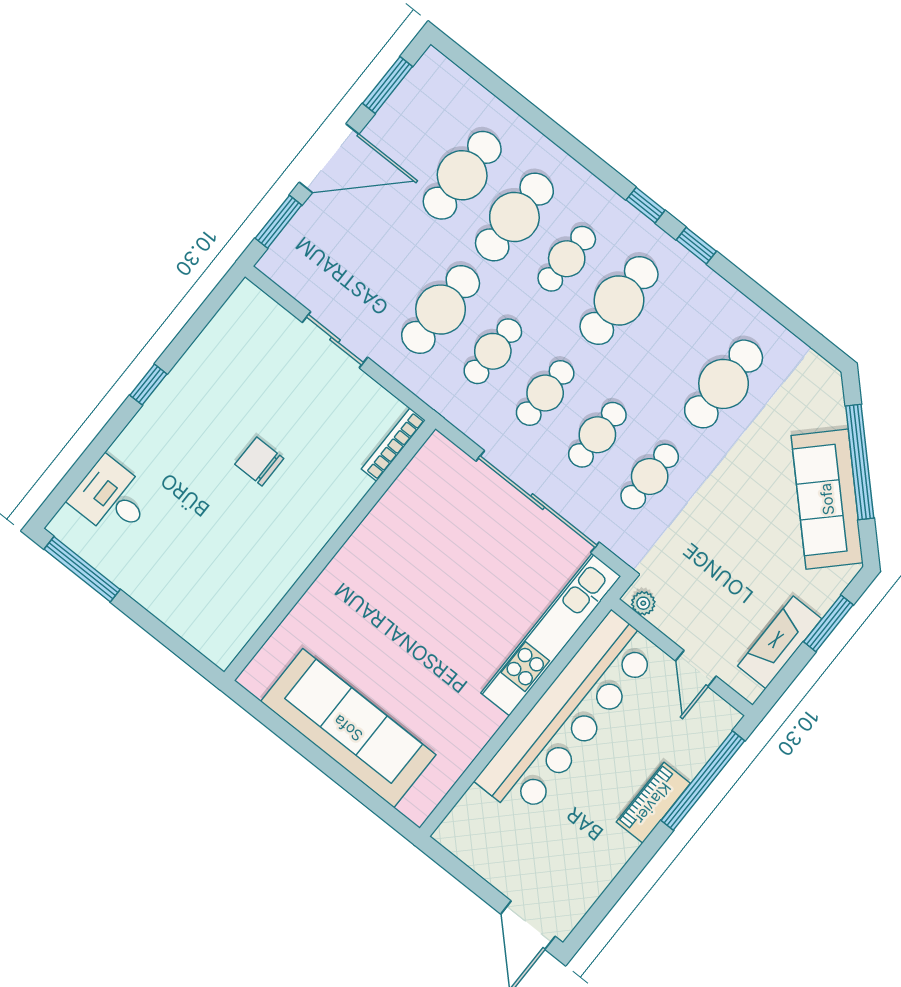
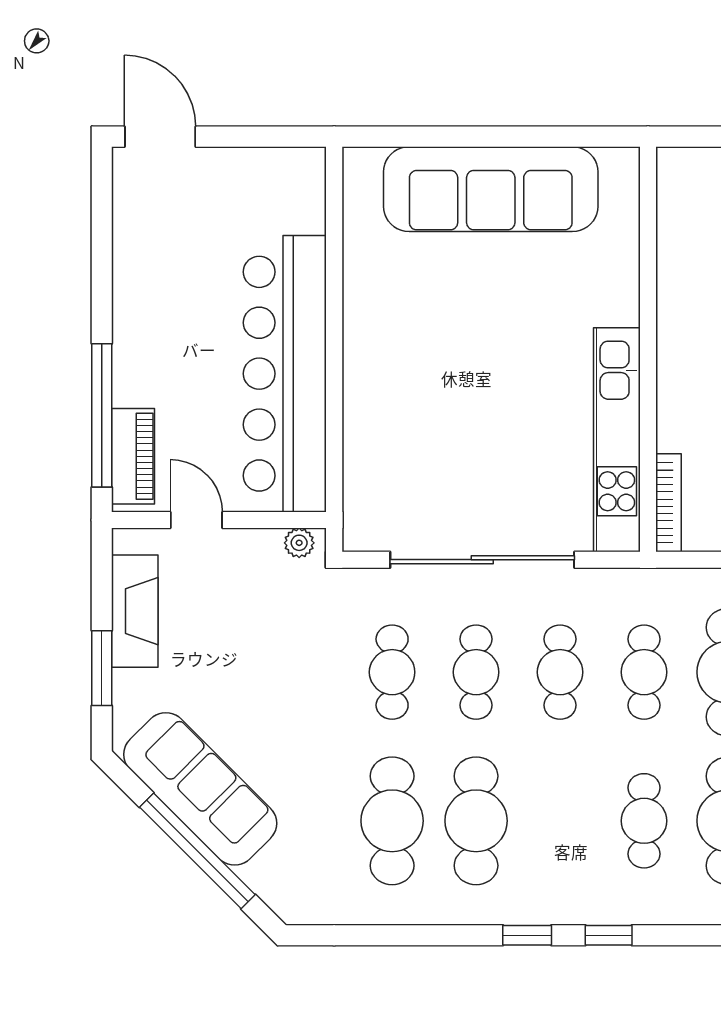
cafe table: (619, 300) -> (476, 821), moved
kitchen unit: (551, 635) -> (617, 440), moved, turned 180
piano: (653, 803) -> (133, 456), moved

